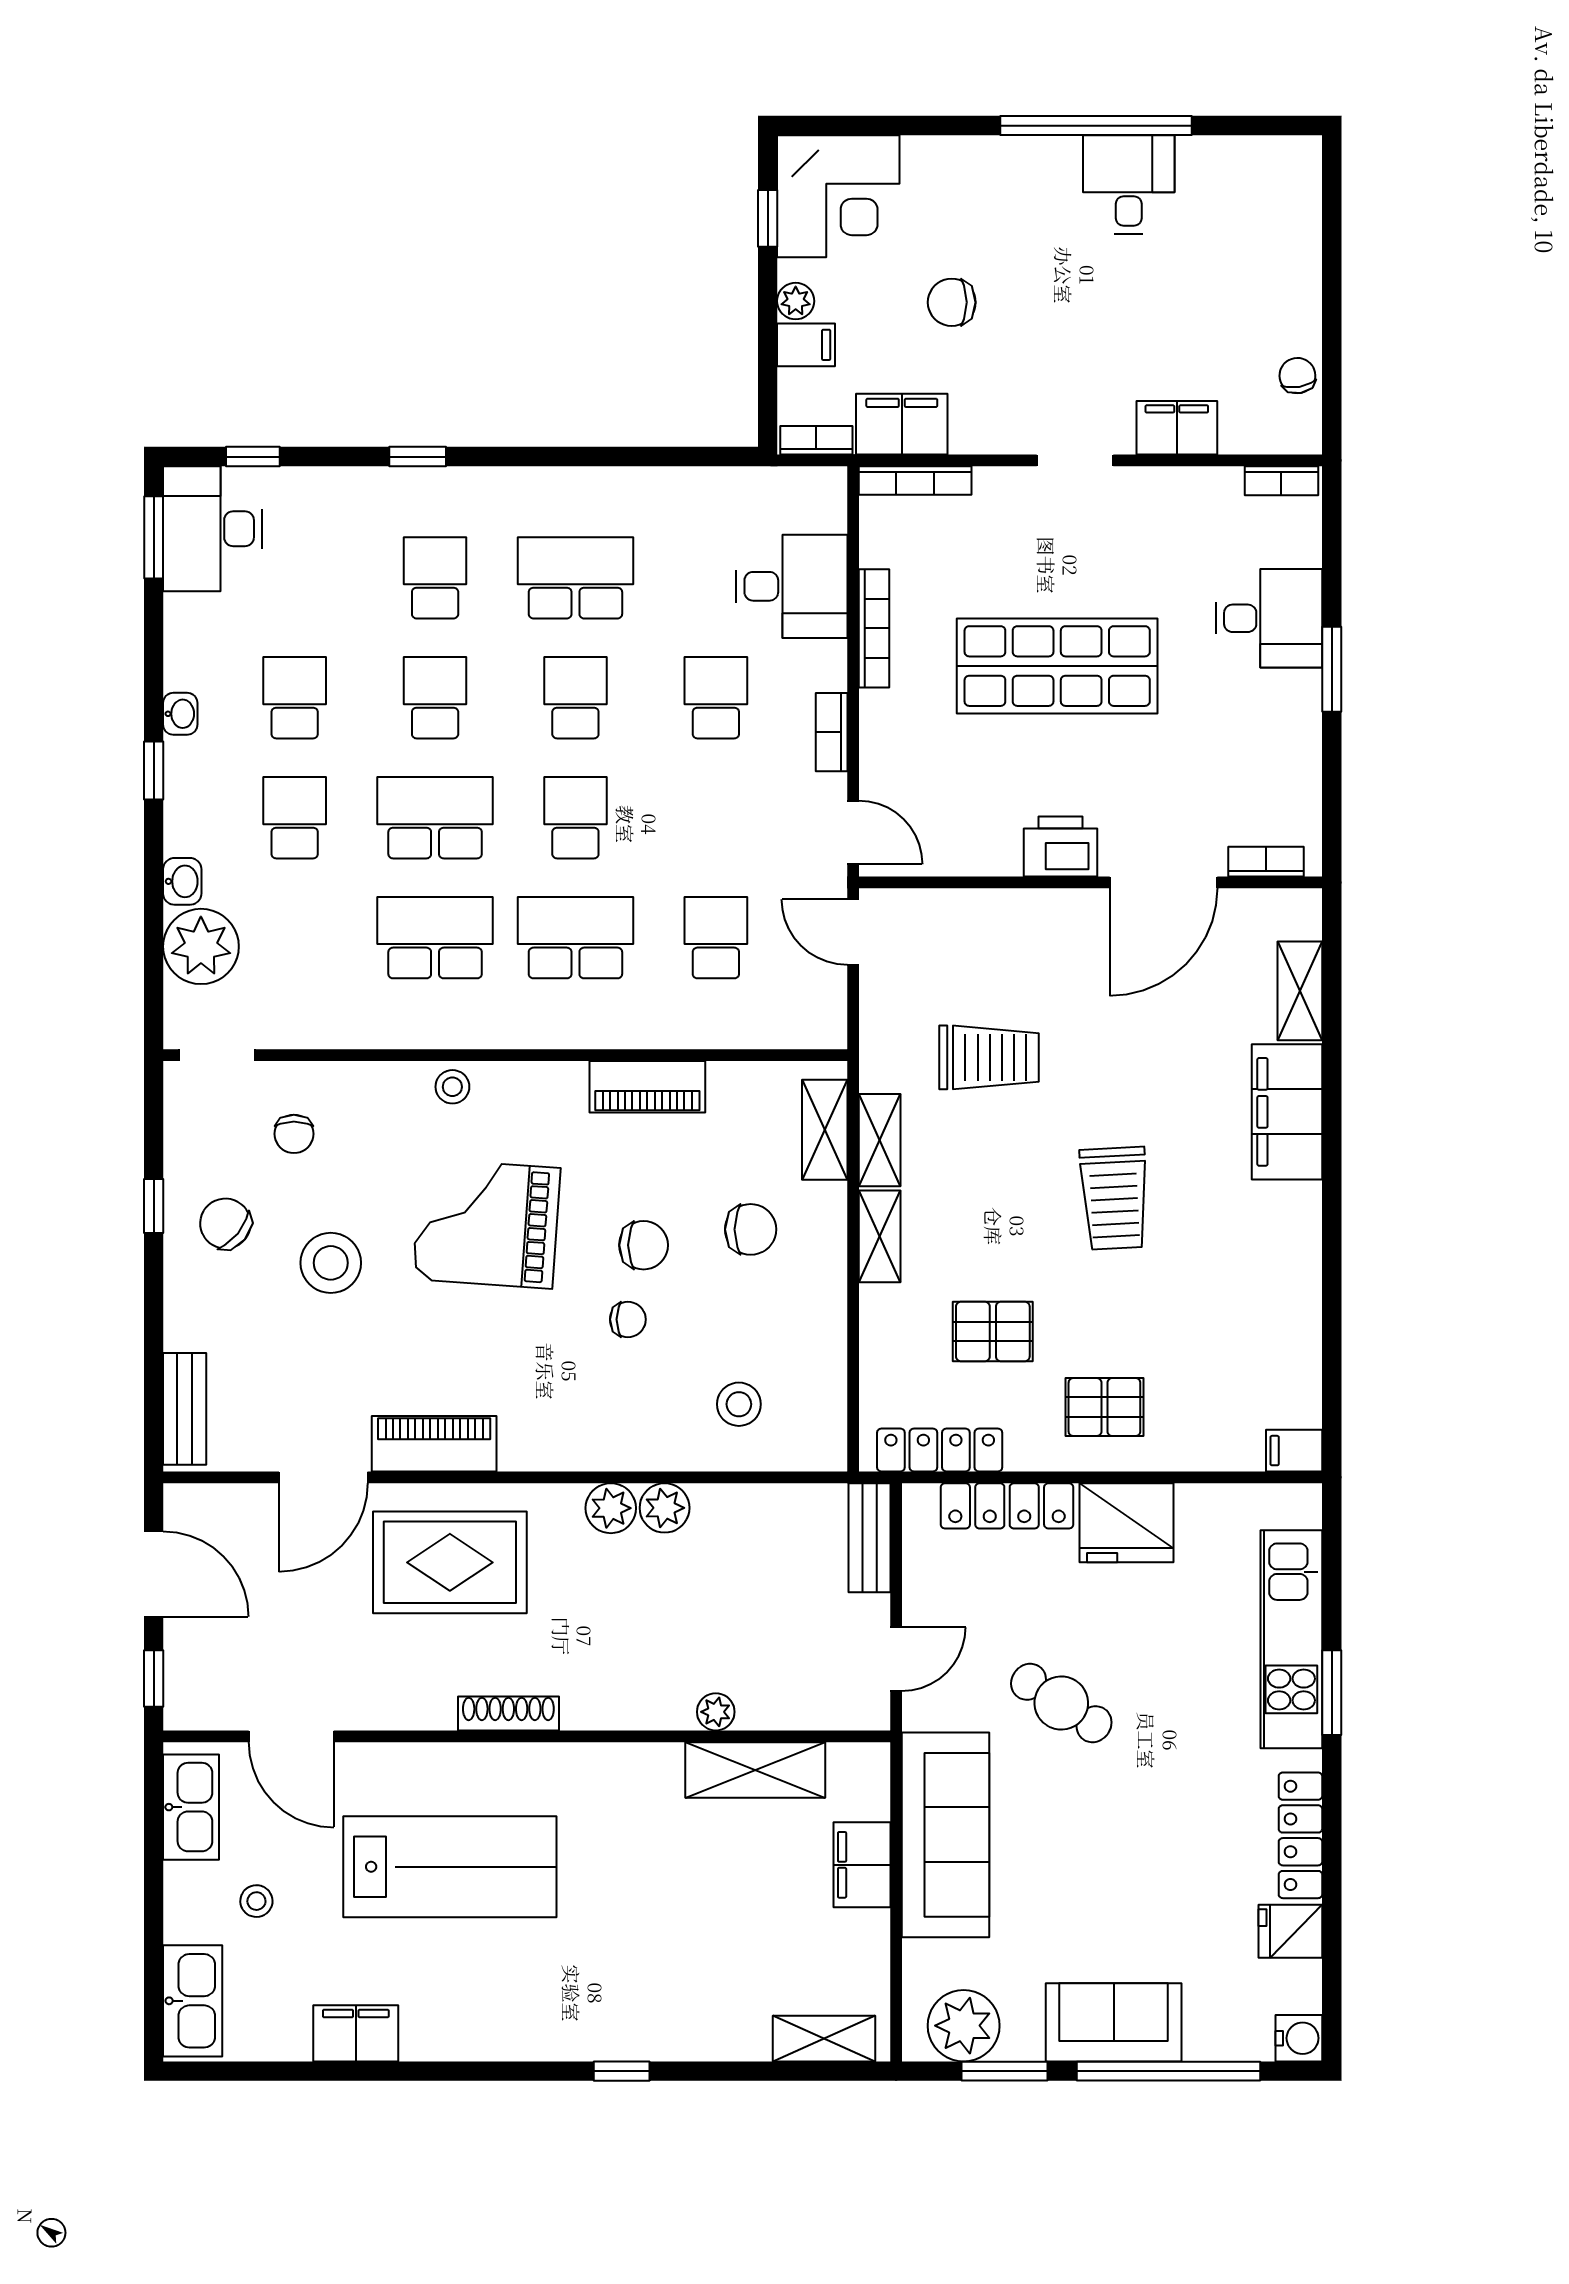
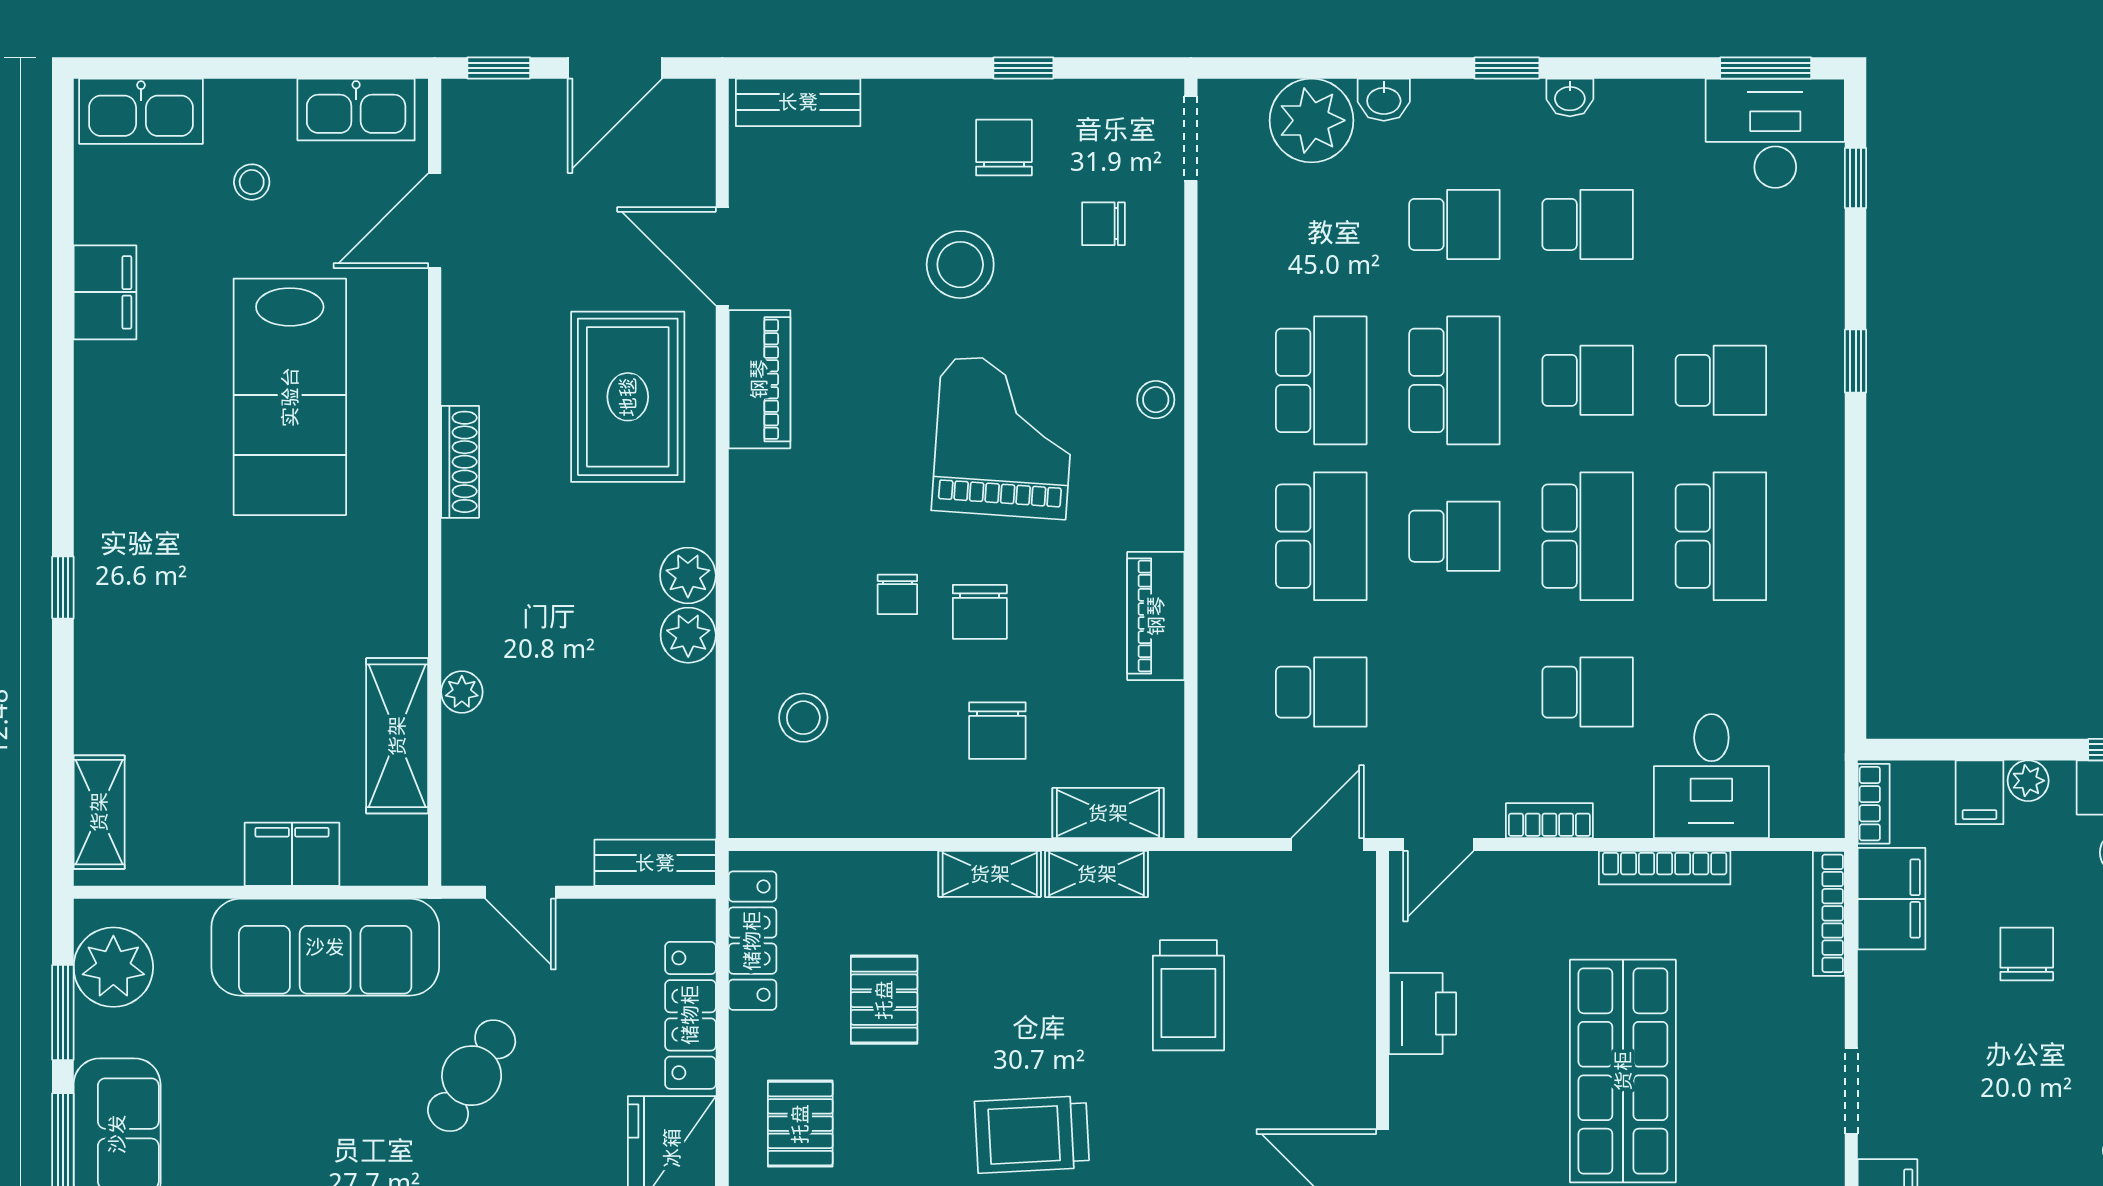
school desk: (575, 698) -> (1588, 536), width x1.85
printer: (1061, 847) -> (1423, 1014), moved
chair: (225, 1224) -> (1004, 148), turned -39

